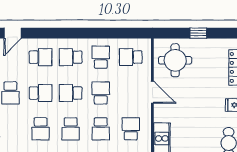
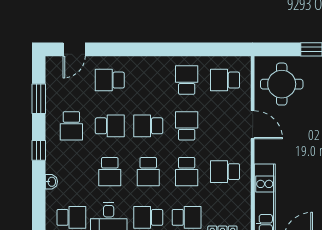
school desk: (41, 57) -> (110, 80), turned 180
school desk: (71, 57) -> (148, 80), removed
school desk: (131, 129) -> (225, 172), turned -90

